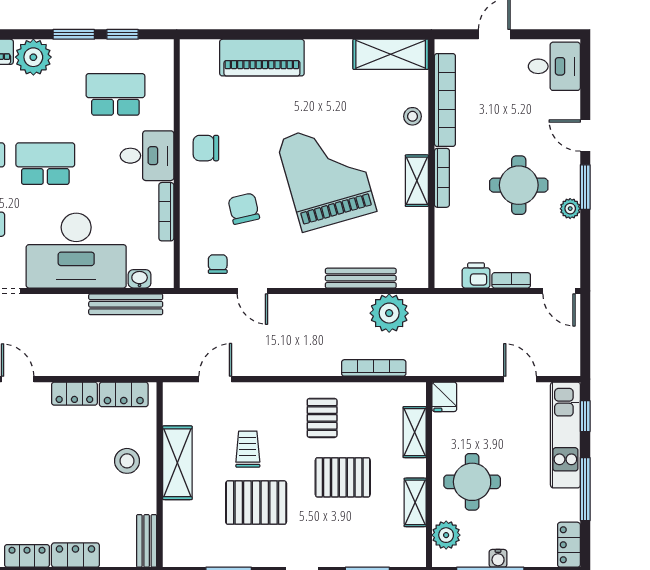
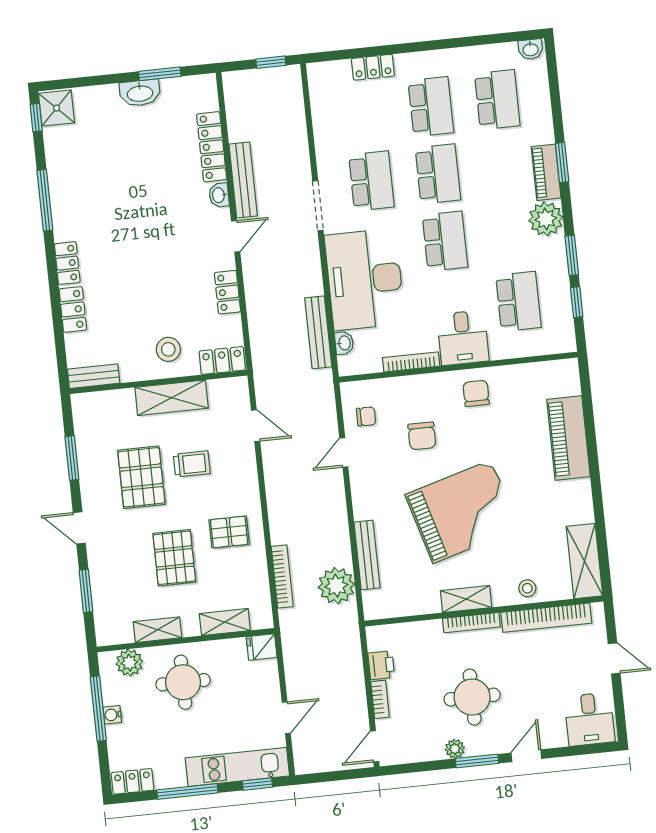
chair: (244, 209) -> (422, 436), turned 103
locker: (124, 394) -> (222, 360), moved, turned 90

